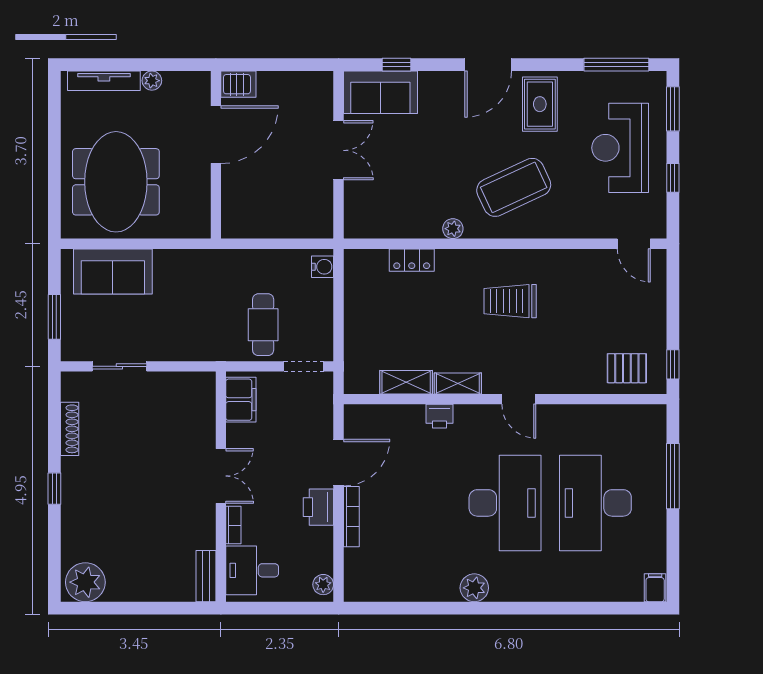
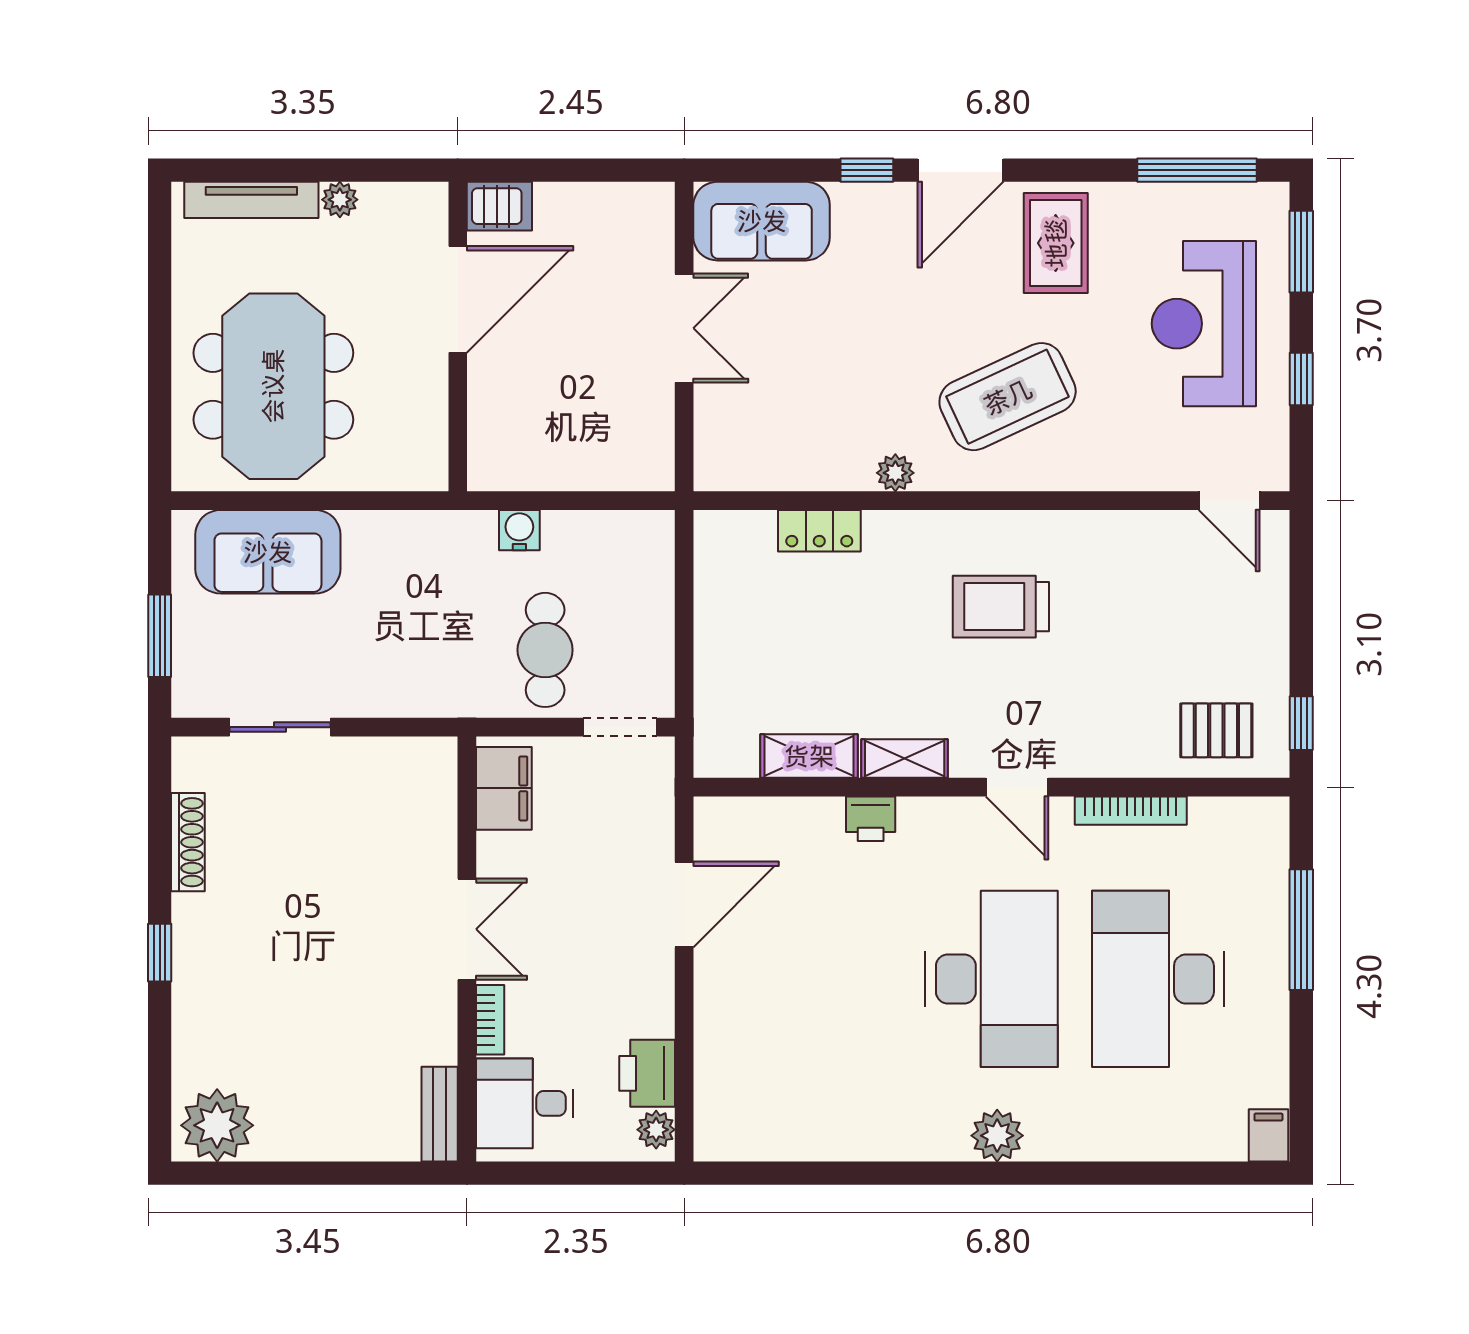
window: (396, 65) -> (867, 170), moved
water cooler: (323, 267) -> (519, 530), moved, turned -90
printer: (318, 507) -> (647, 1073), moved
bookcase: (351, 517) -> (1131, 811), moved, turned 90
plant: (474, 588) -> (997, 1136), moved

